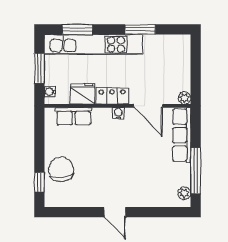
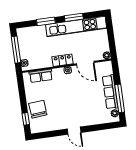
window: (77, 29) -> (46, 21), moved
kitchen unit: (93, 45) -> (76, 26), moved
window: (39, 68) -> (16, 50), width x1.44
fridge: (83, 94) -> (44, 61), removed
row of seats: (182, 135) -> (110, 92), moved

